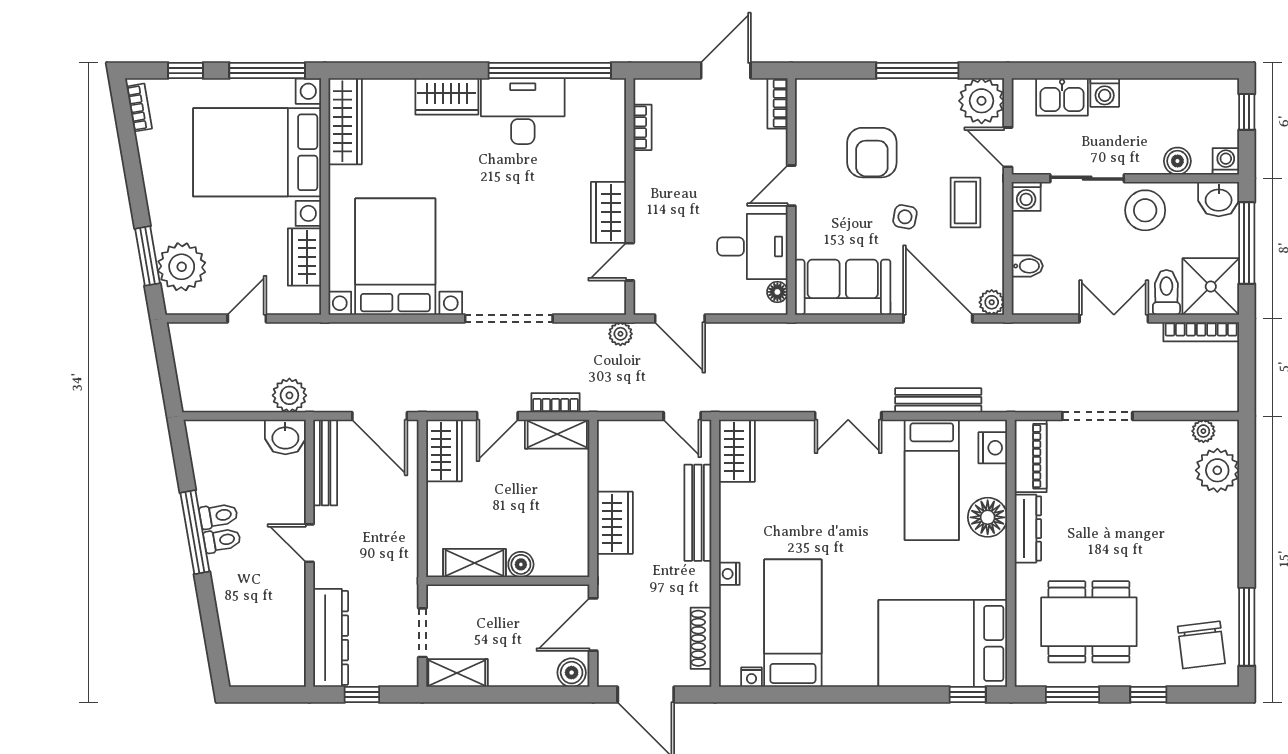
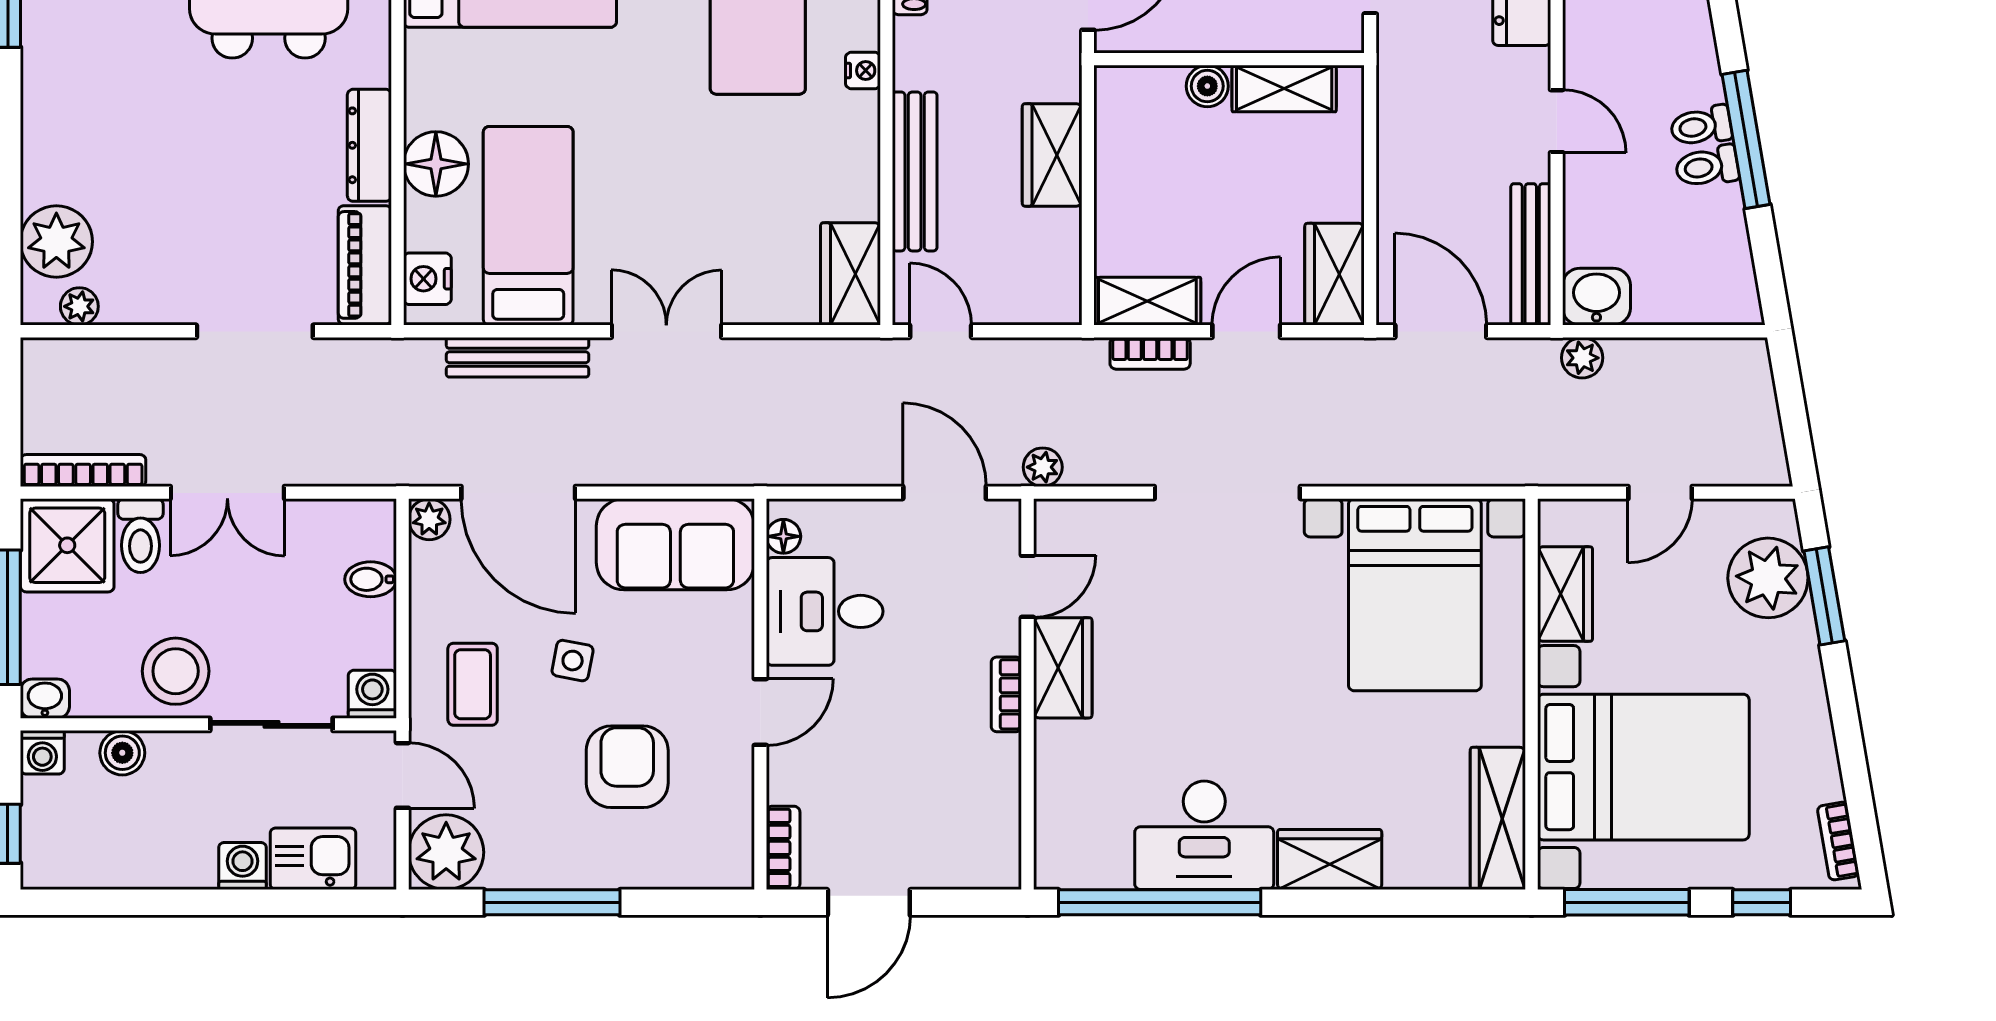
bookcase: (642, 127) -> (1006, 694), moved
washbasin: (1219, 199) -> (45, 699), width x0.72, depth x0.69
plant: (289, 395) -> (1582, 358), width x0.73, depth x0.73

